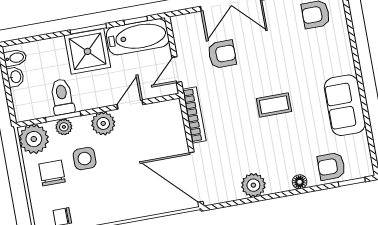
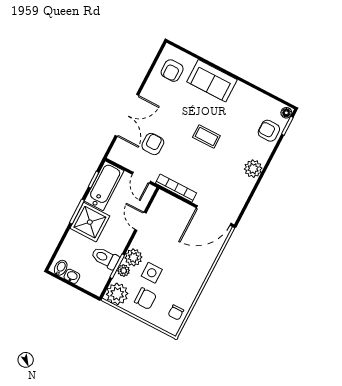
coffee table: (274, 105) -> (206, 136), turned 90
sofa: (345, 105) -> (212, 81), moved
plant: (103, 123) -> (133, 257), moved
armchair: (331, 166) -> (269, 131), turned 90
chair: (52, 173) -> (145, 299), turned 180
floor lamp: (300, 182) -> (286, 113), moved
plant: (253, 185) -> (253, 169), moved

